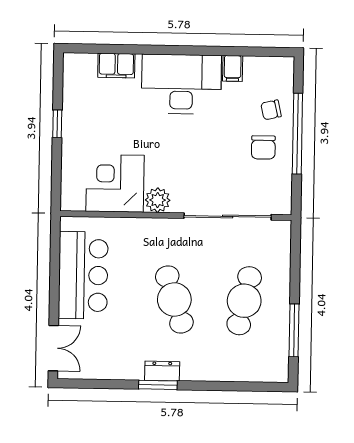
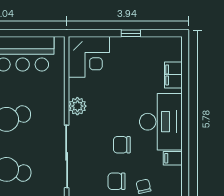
chair: (213, 139) -> (122, 145), added
corner desk: (115, 183) -> (89, 57), moved, turned 90

